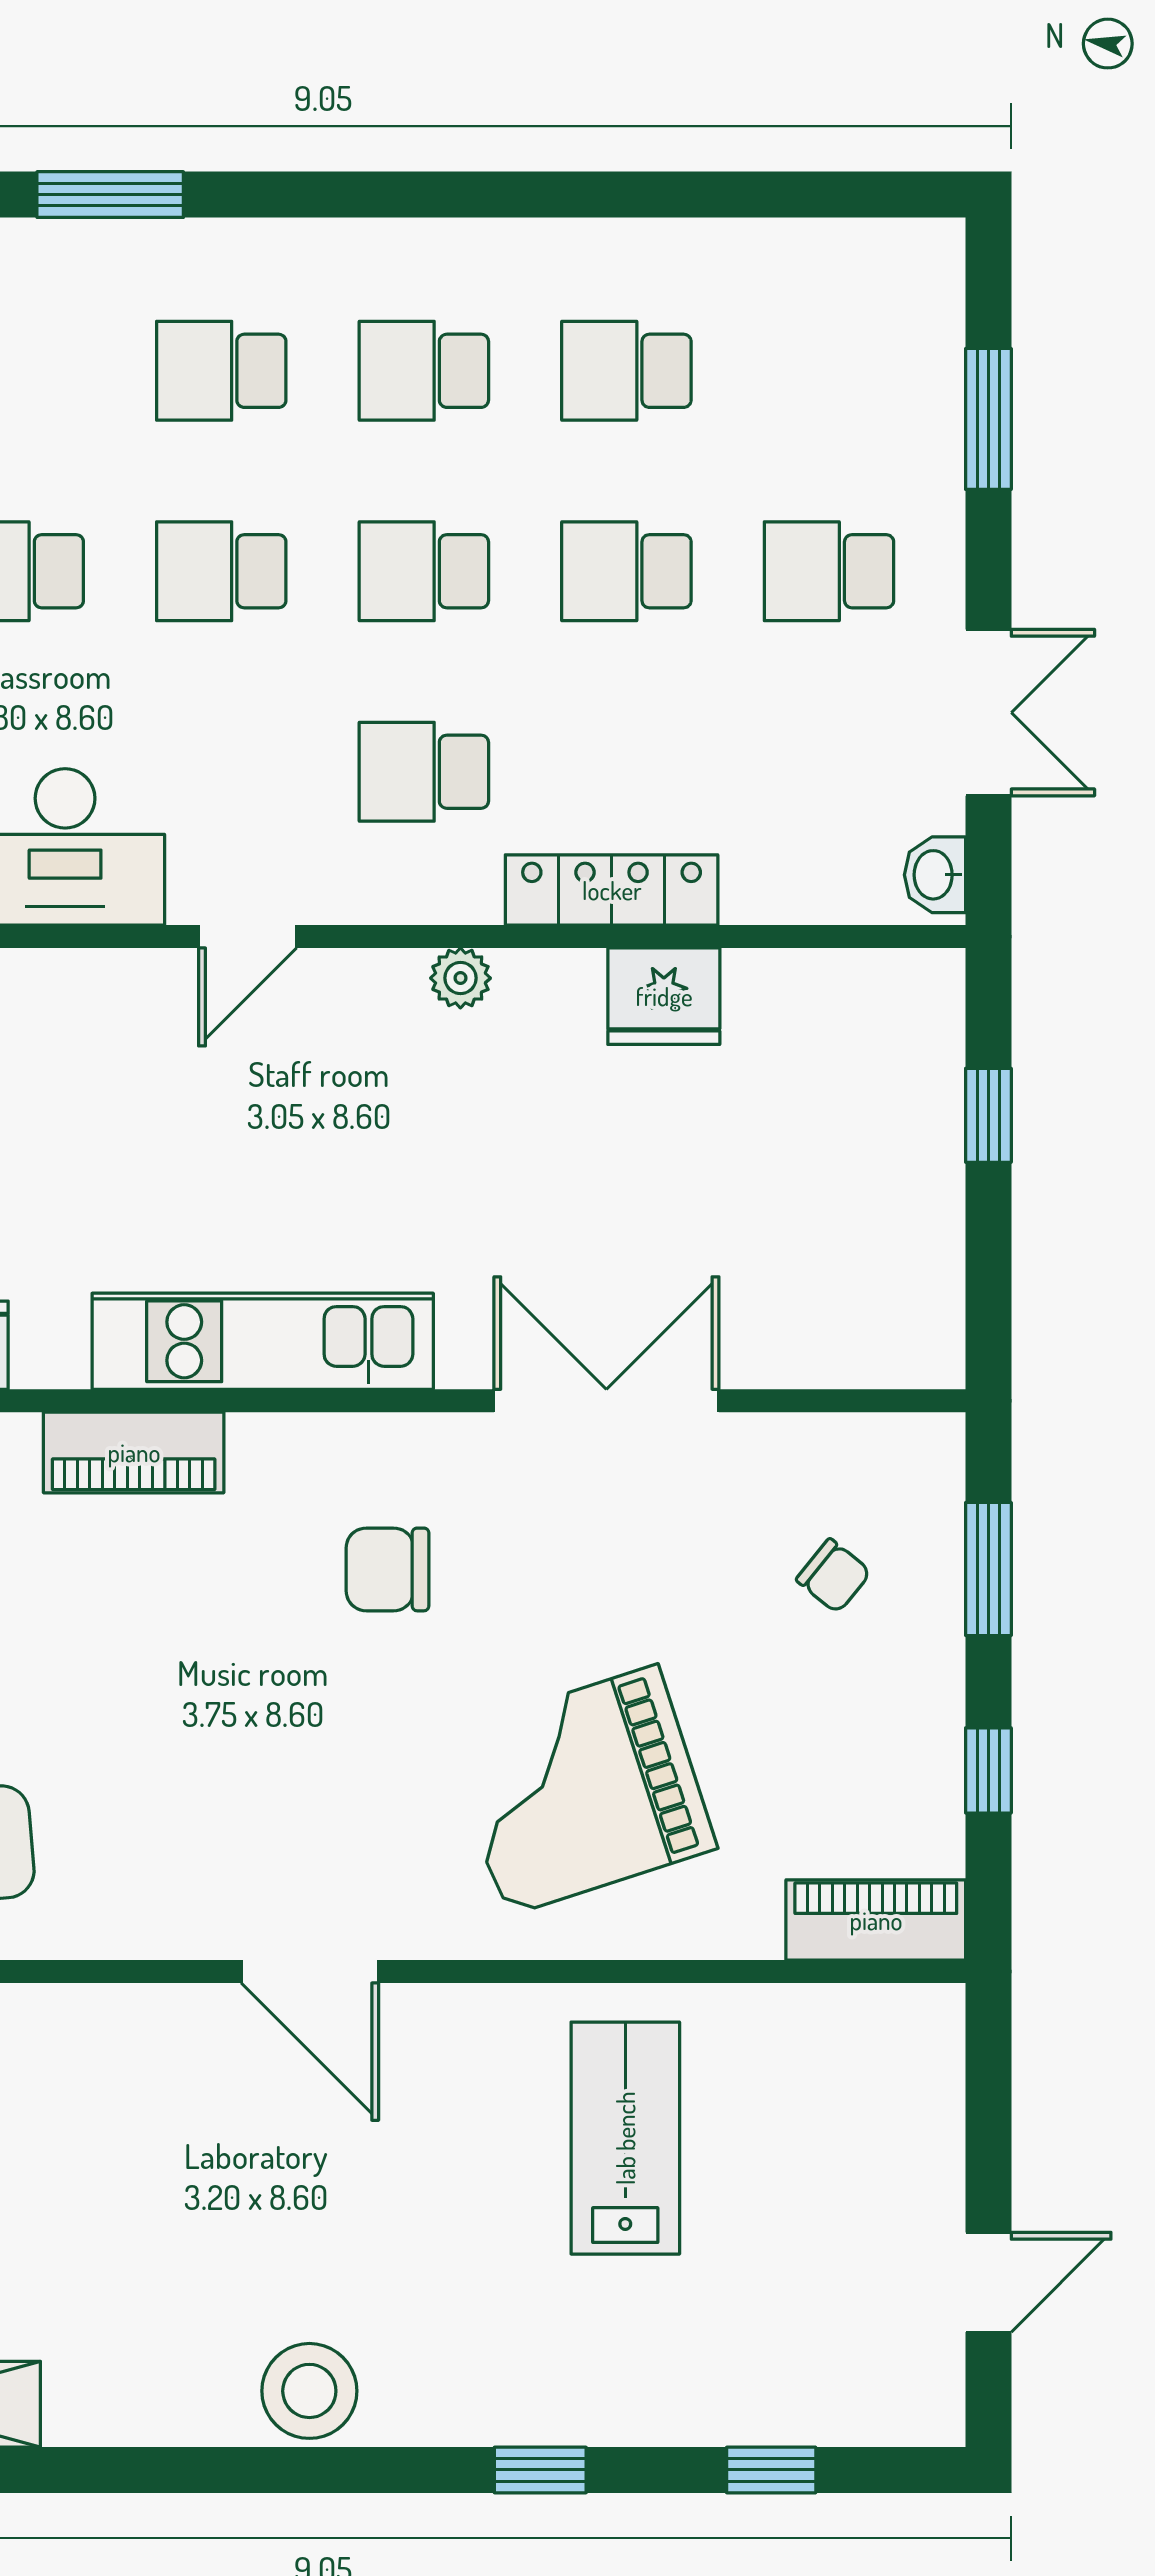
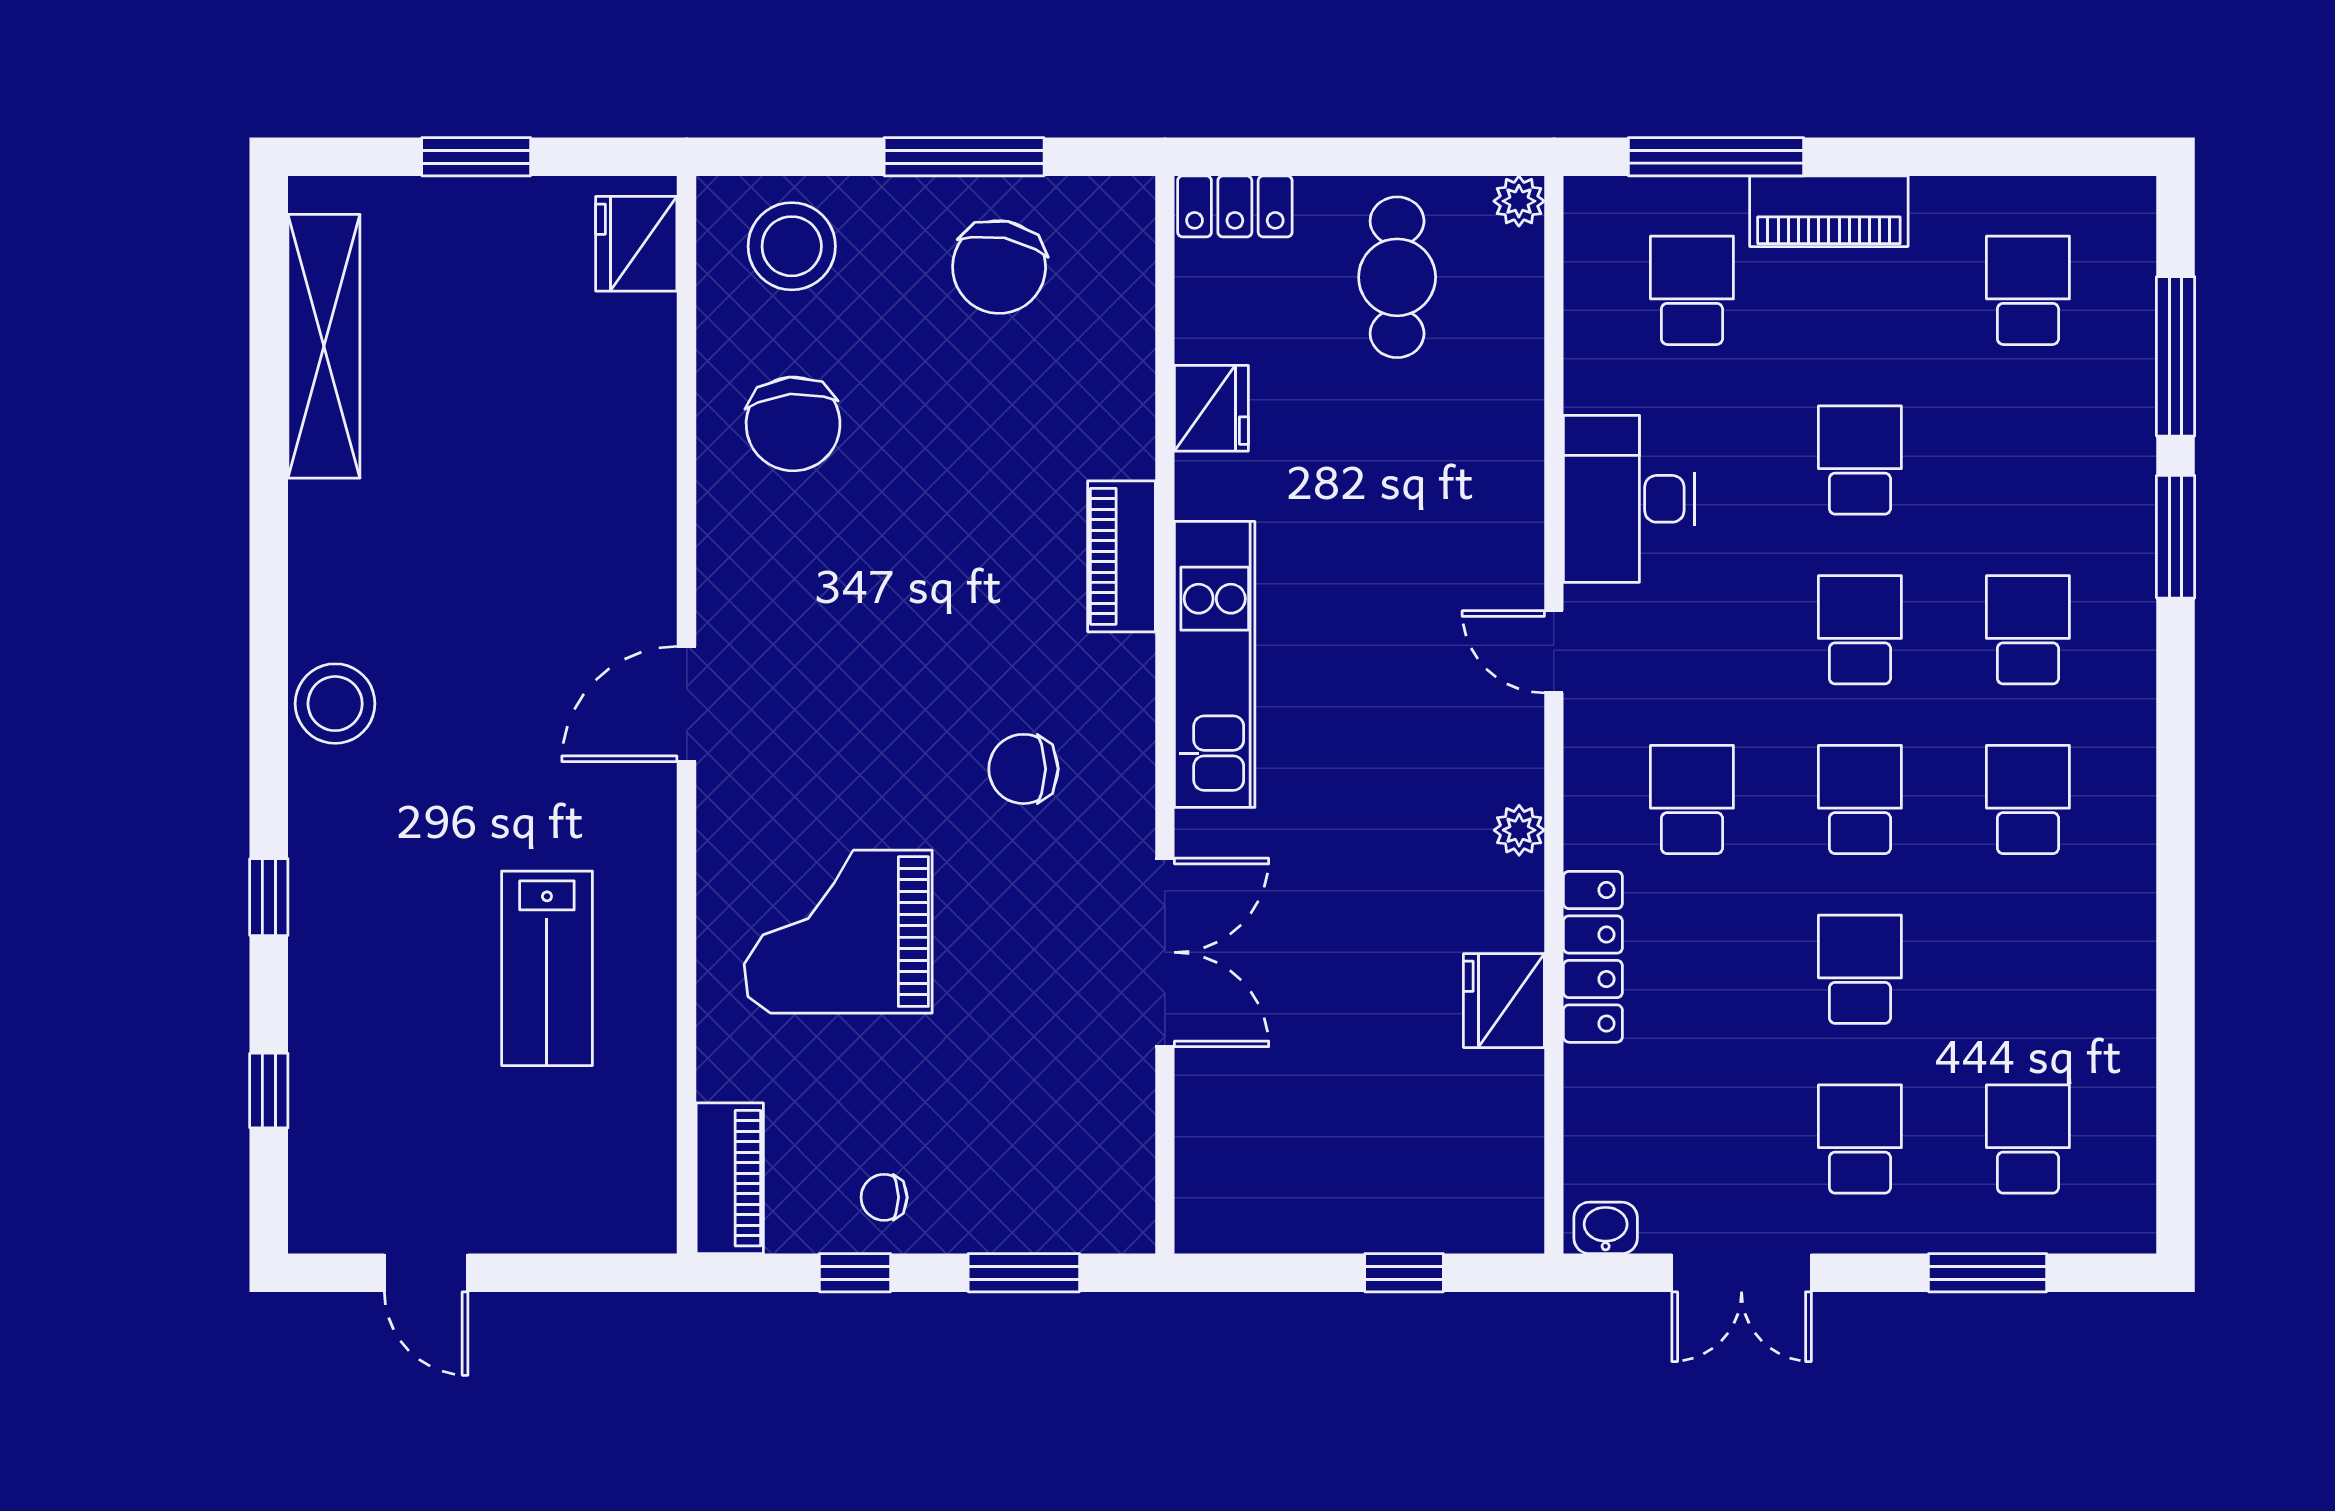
school desk: (626, 371) -> (2028, 1139), moved
chair: (387, 1569) -> (1023, 769), turned -90
chair: (834, 1576) -> (884, 1197), moved, turned 51
grand piano: (581, 1791) -> (838, 932), turned -72
lab bench: (625, 2138) -> (547, 968), turned 90

